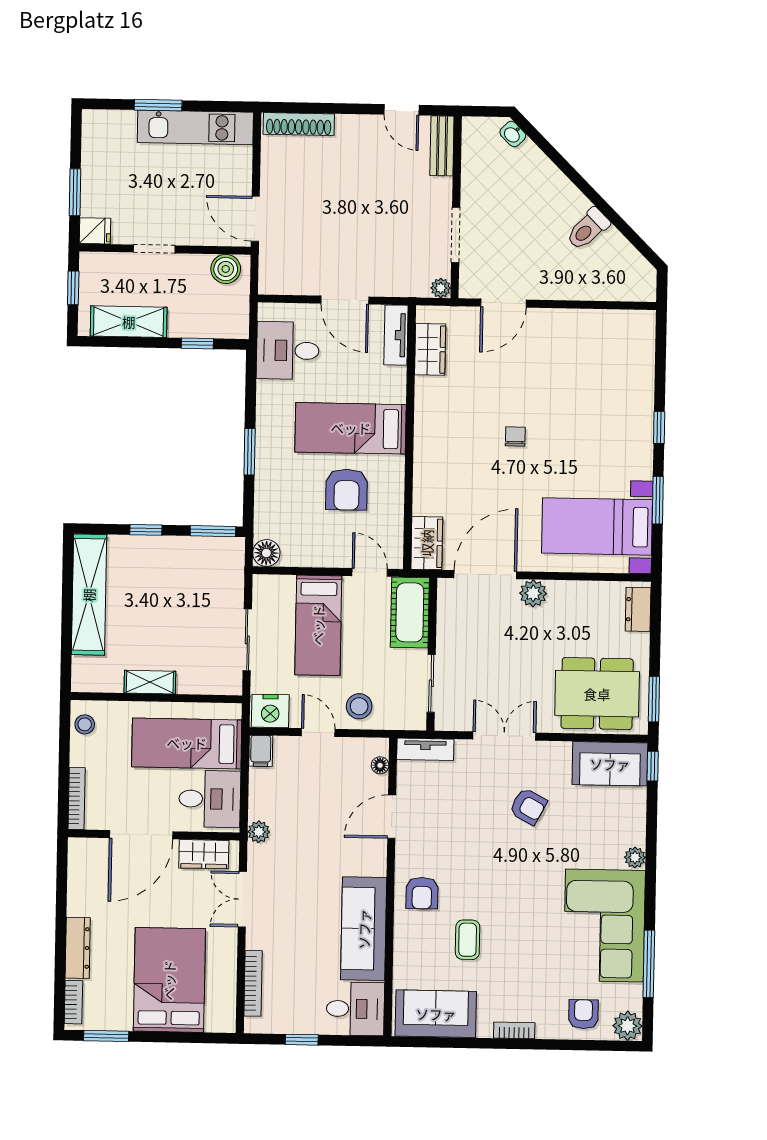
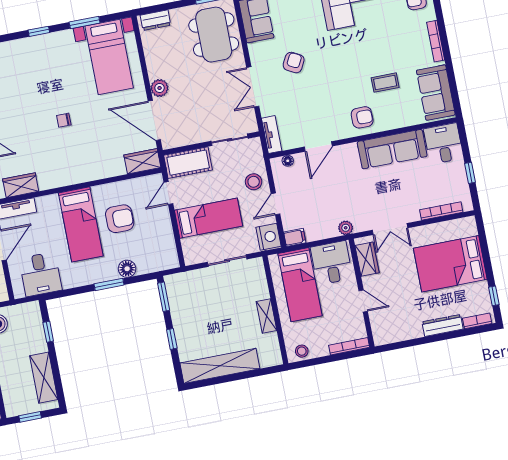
floor lamp: (266, 553) -> (127, 269), moved
door: (392, 817) -> (318, 147), hinge flipped
door: (141, 835) -> (363, 301), width x0.53
bookcase: (514, 1030) -> (436, 41), width x1.56
window: (106, 1036) -> (494, 296), width x0.67

